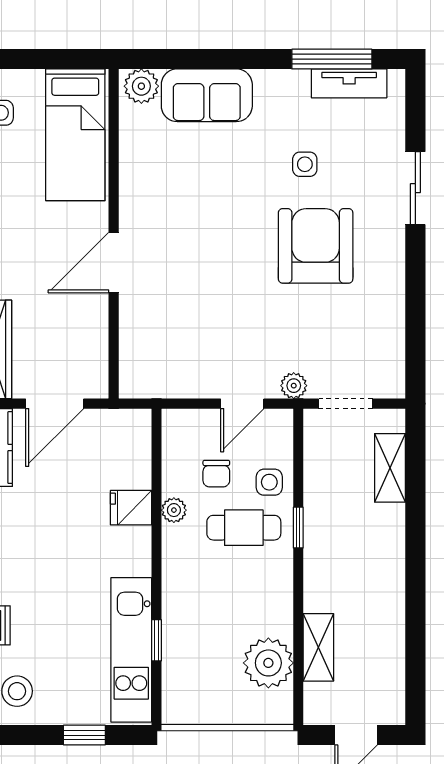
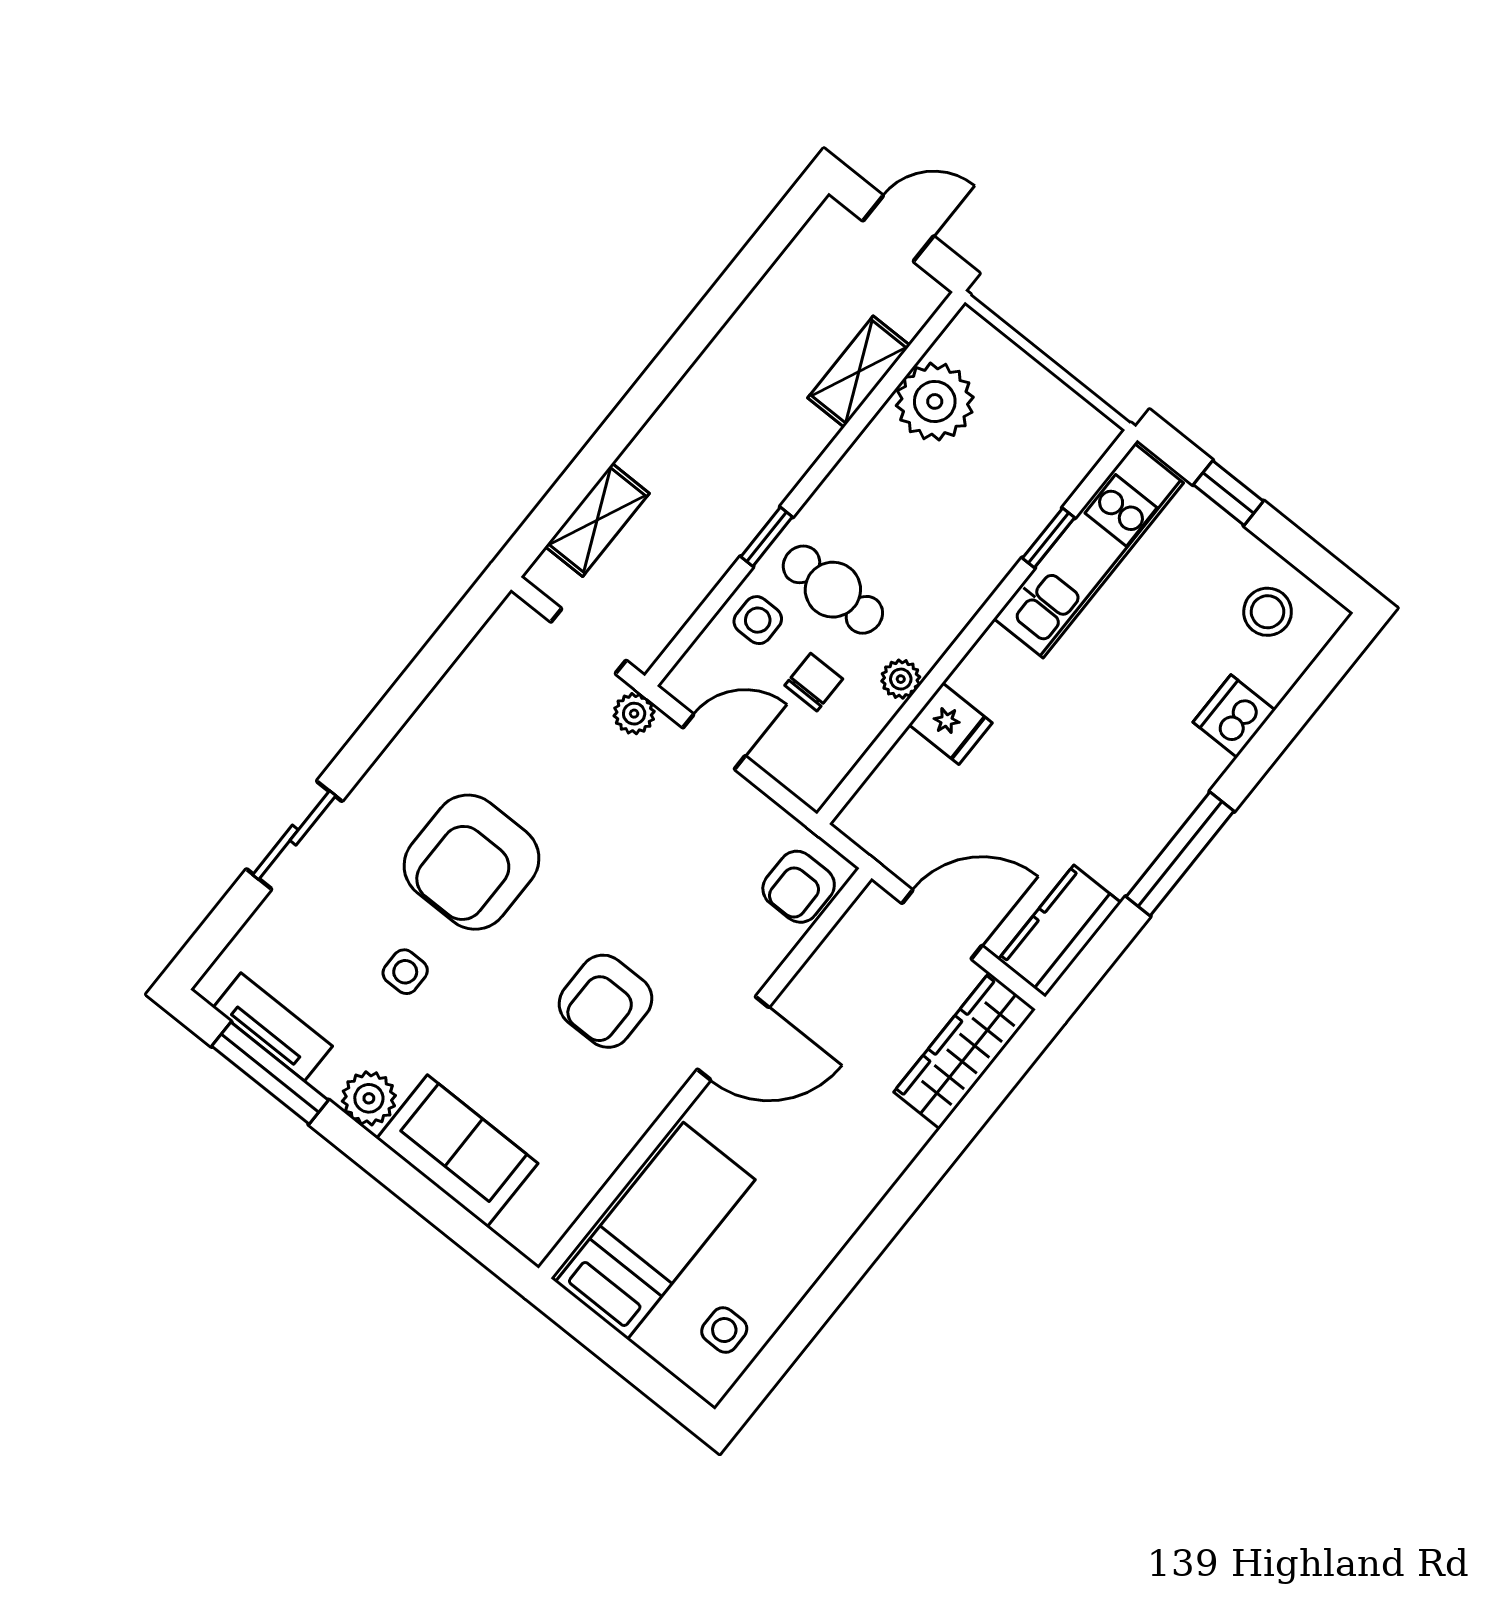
plant: (141, 86) -> (369, 1098), moved
armchair: (193, 230) -> (605, 1001), added
armchair: (142, 365) -> (799, 887), added

